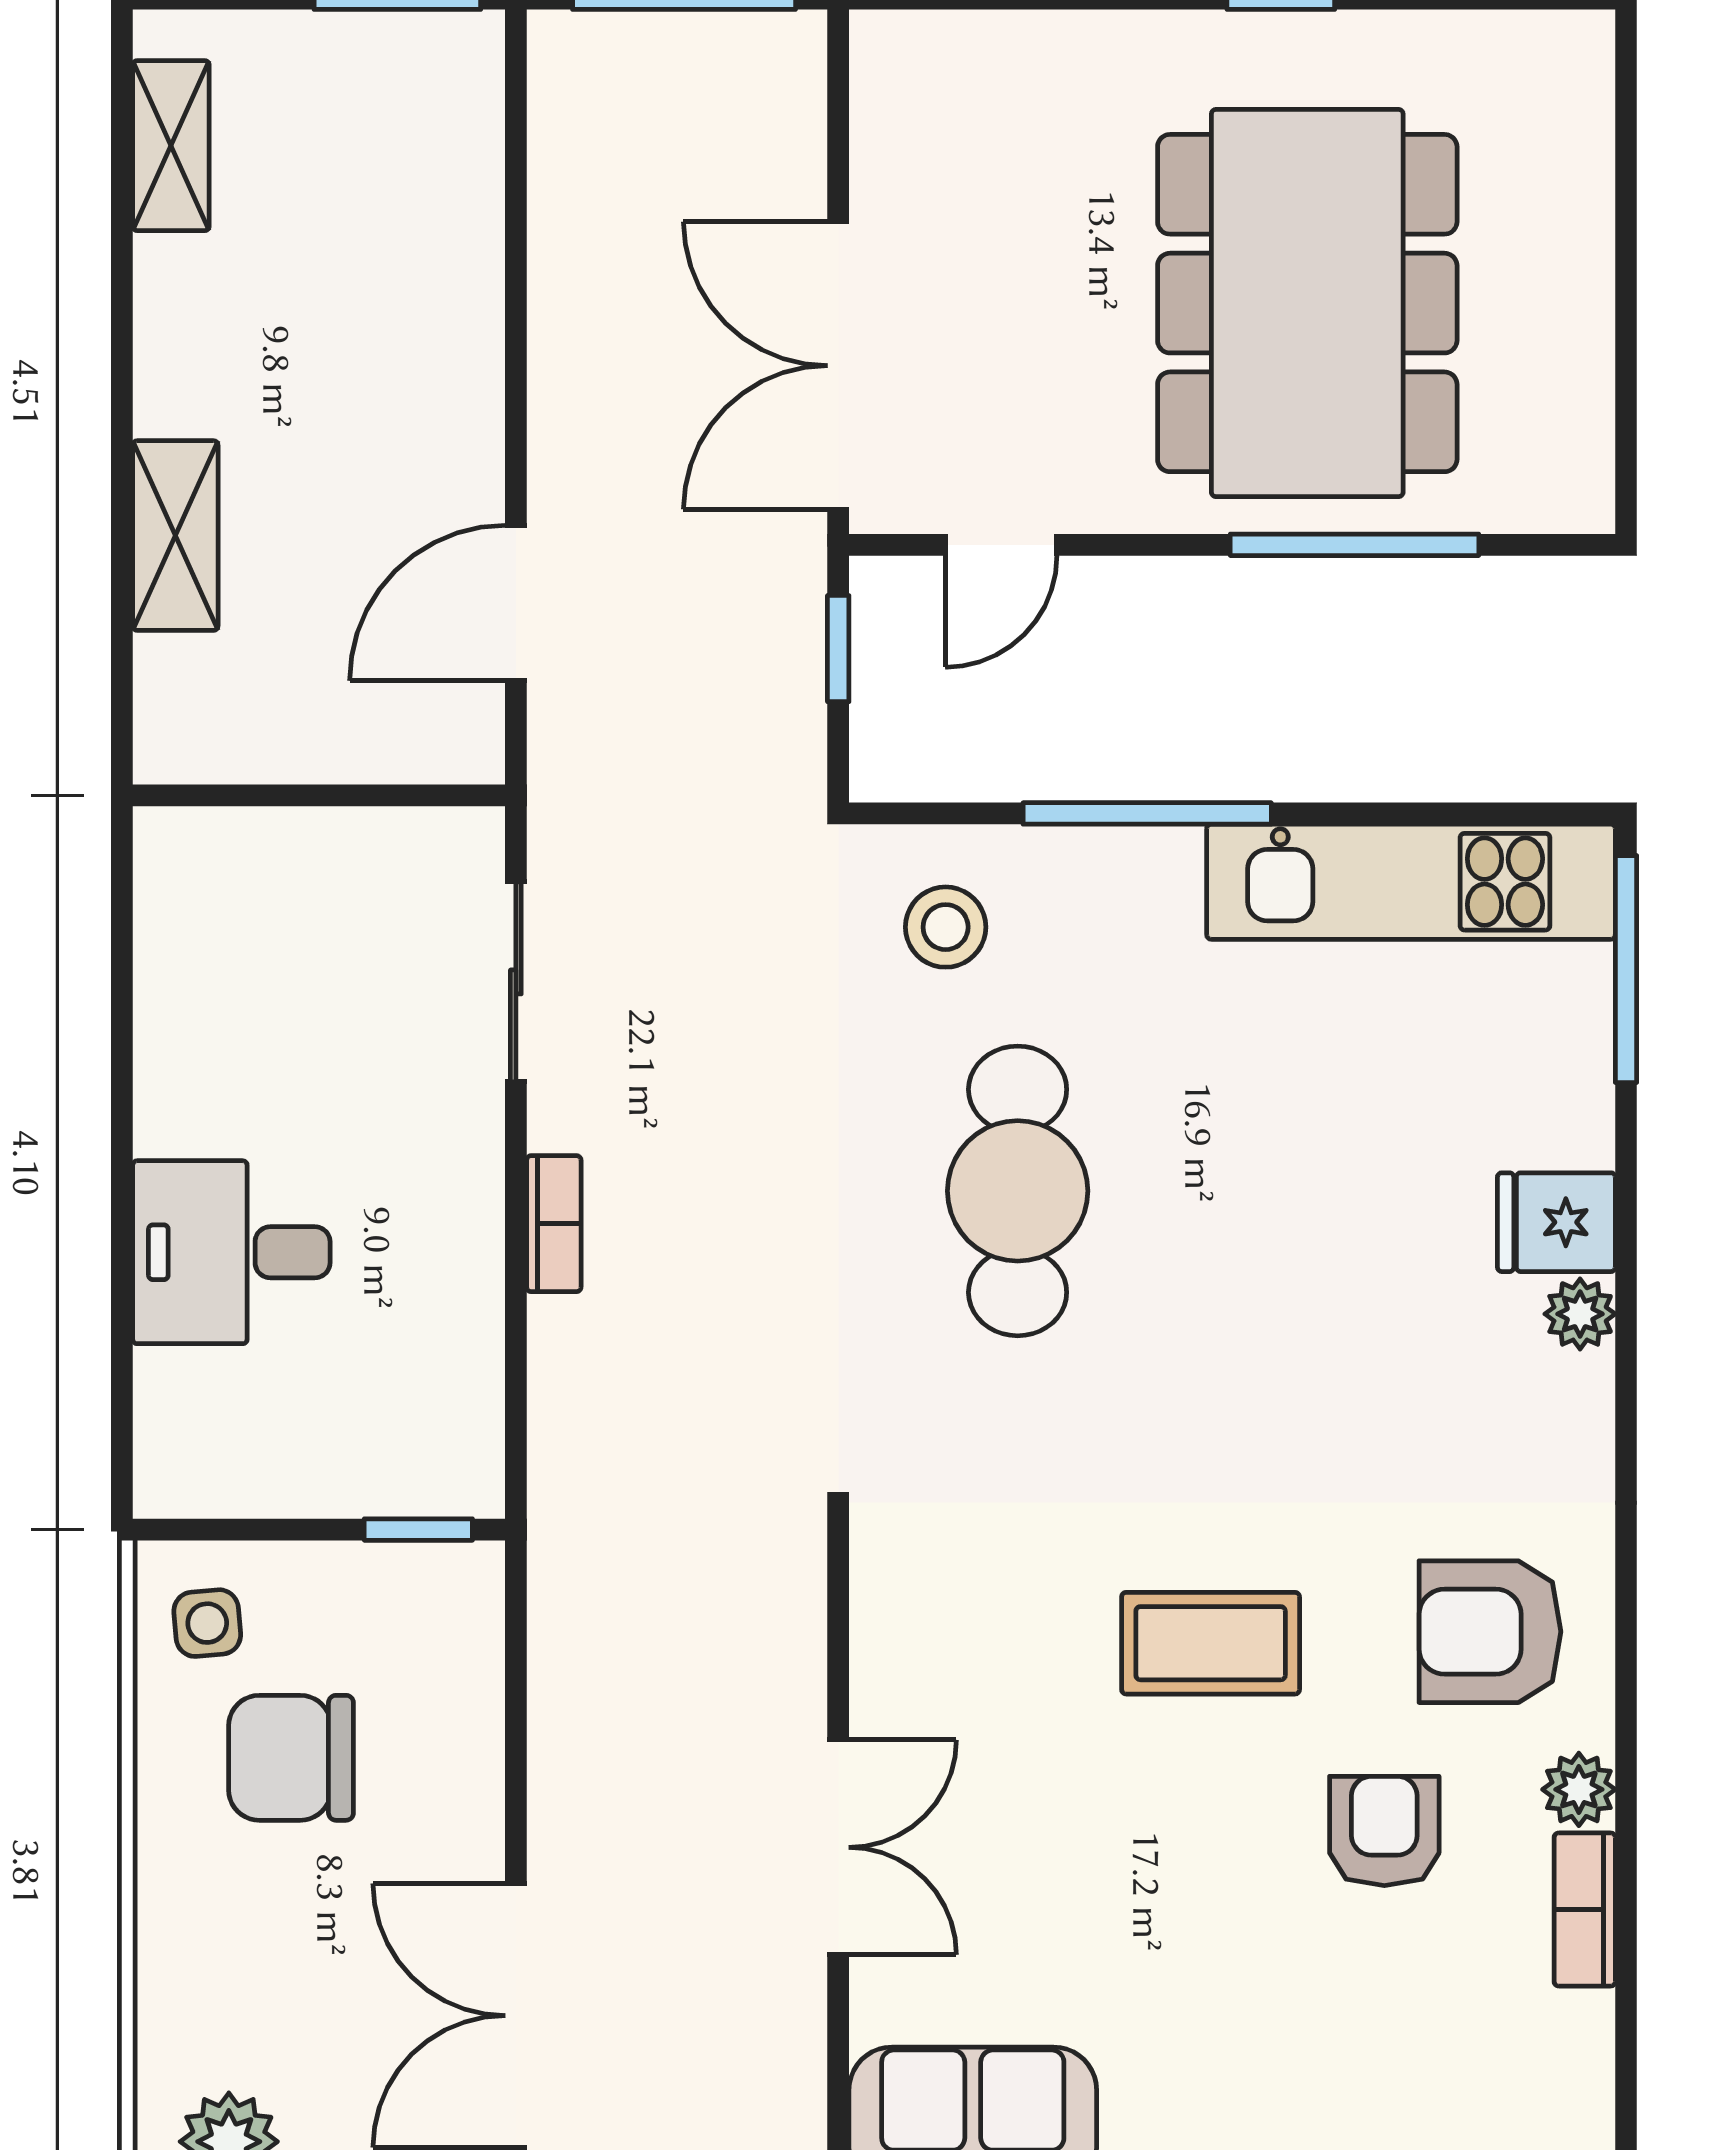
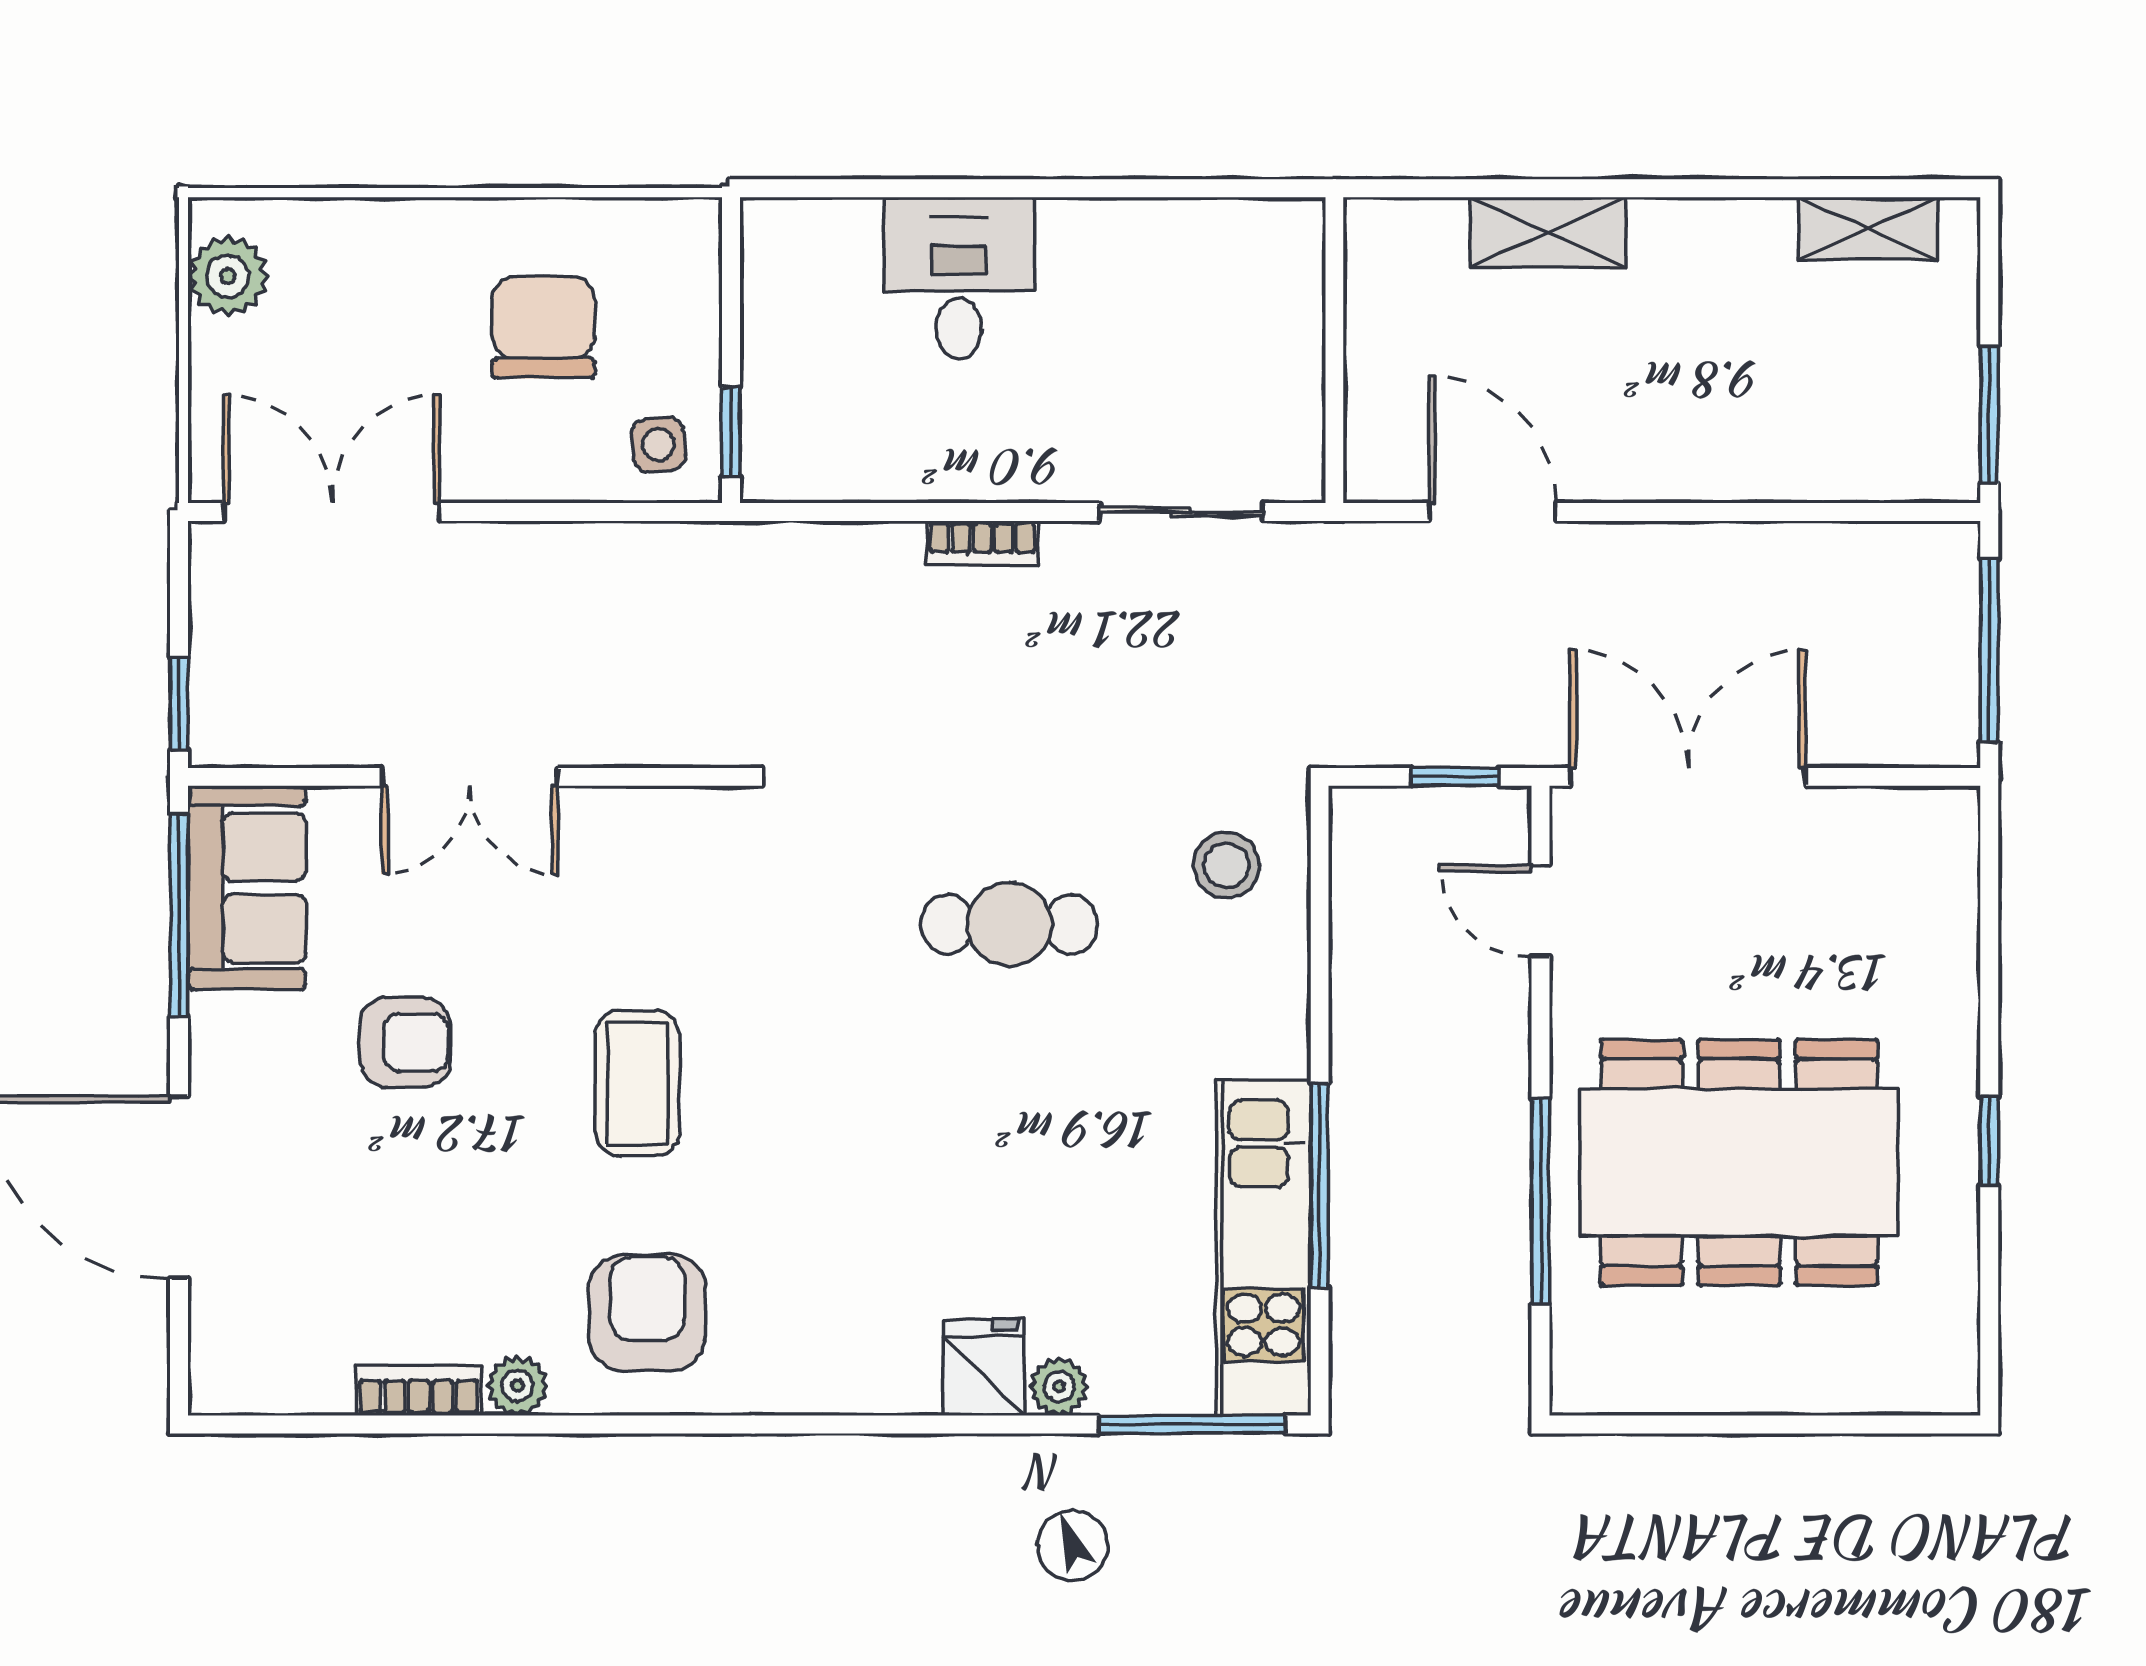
window: (1147, 813) -> (1320, 1186), moved
cafe table: (1018, 1191) -> (1009, 924), width x0.73, depth x0.74
plant: (1580, 1314) -> (1059, 1387), moved
side table: (207, 1623) -> (659, 445), moved
armchair: (1384, 1831) -> (405, 1042), moved

